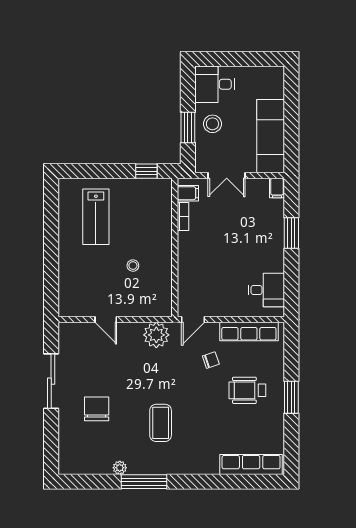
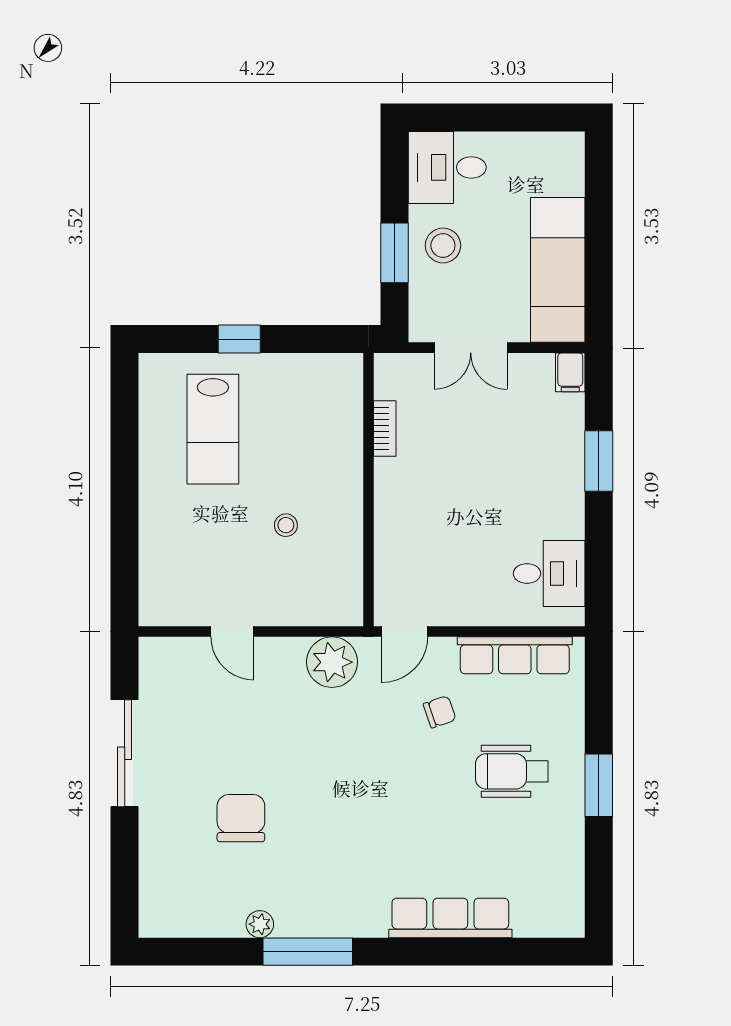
window: (146, 171) -> (239, 339), moved
filing cabinet: (188, 193) -> (394, 382), removed
chair: (97, 409) -> (241, 818), moved
coffee table: (161, 423) -> (340, 836), removed
row of seats: (251, 465) -> (450, 918), moved

